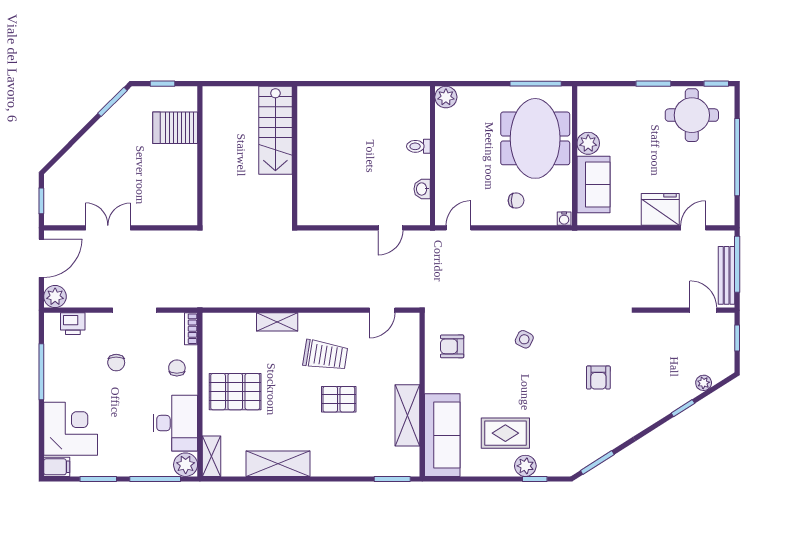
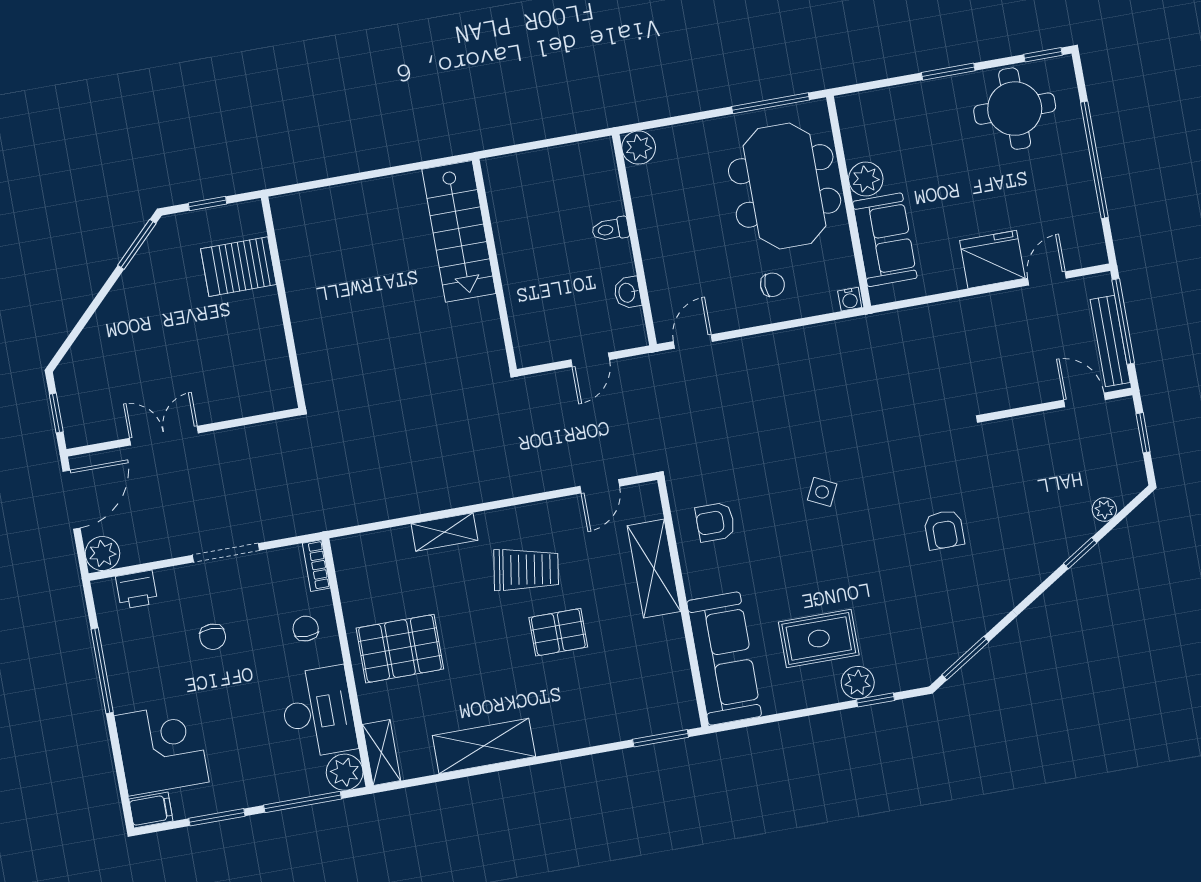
stairs: (275, 130) -> (459, 231), moved
wall: (295, 156) -> (494, 265), moved
shelving: (407, 415) -> (654, 569), moved

